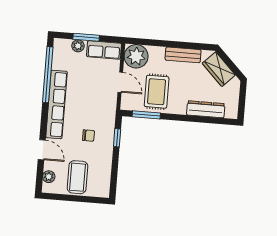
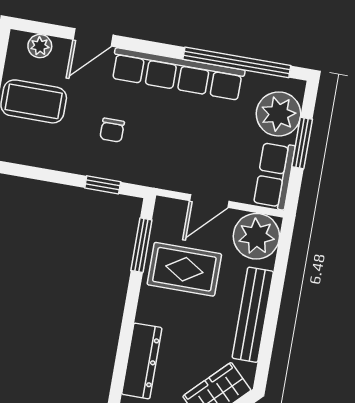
plant: (78, 46) -> (279, 114), width x1.88, depth x1.88
bench: (183, 55) -> (253, 315), width x1.36

